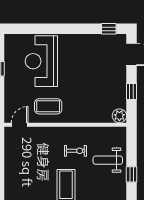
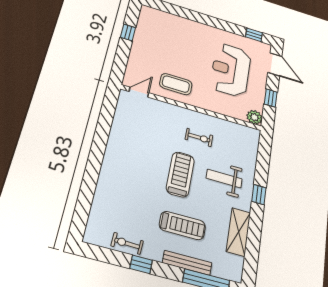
reception desk: (41, 61) -> (231, 70), moved
weight bench: (108, 160) -> (224, 179), moved
window: (132, 174) -> (259, 195), moved

